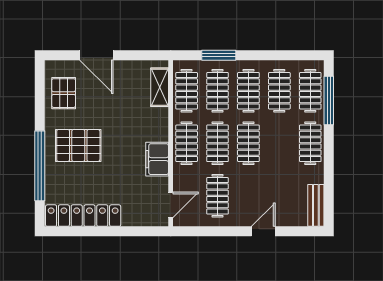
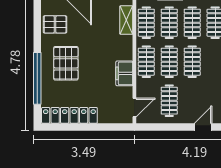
pallet: (64, 93) -> (55, 24), turned 90
pallet: (78, 145) -> (66, 63), turned 90

